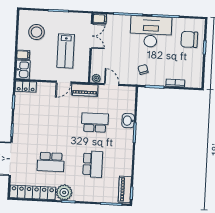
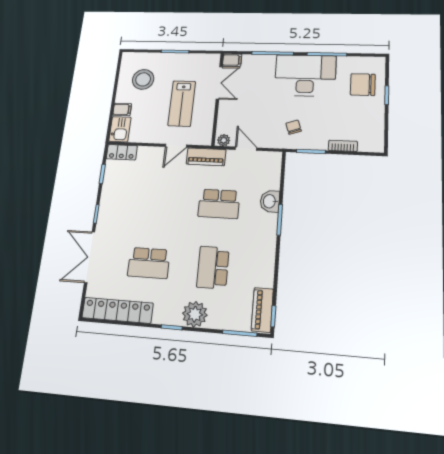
school desk: (95, 122) -> (219, 204), turned 180
school desk: (93, 164) -> (213, 268), turned 180
plant: (64, 192) -> (195, 314), moved

